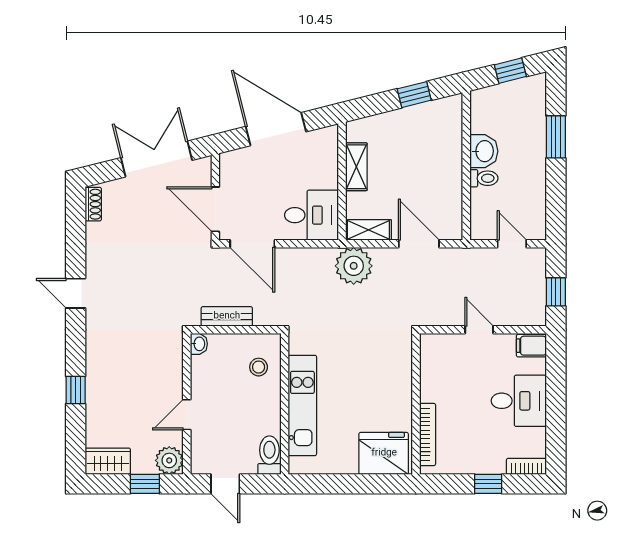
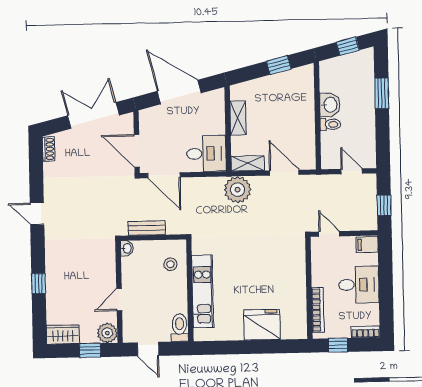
wall: (416, 404) -> (309, 288), moved
bookcase: (428, 435) -> (318, 310), moved

